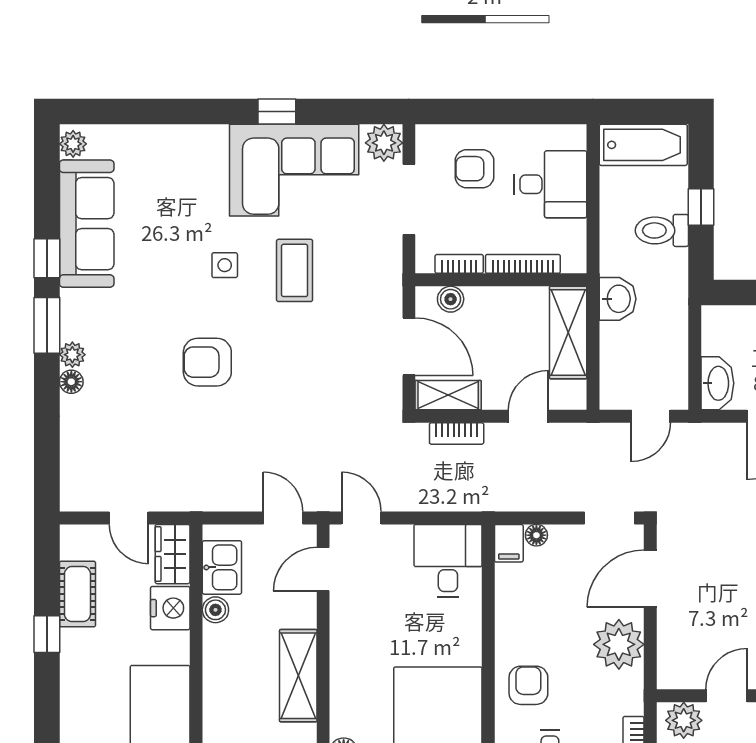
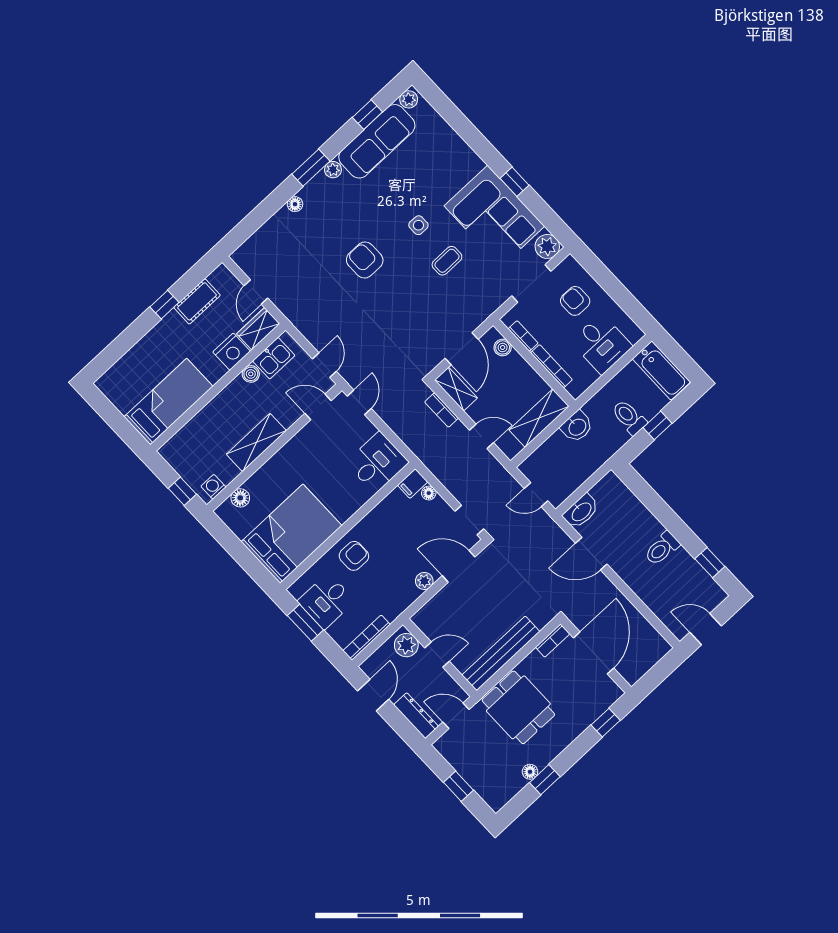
window: (47, 258) -> (367, 115), moved
coffee table: (295, 270) -> (447, 261), width x0.73, depth x0.77
plant: (72, 355) -> (333, 170), moved
plant: (619, 644) -> (424, 581), width x0.53, depth x0.53

